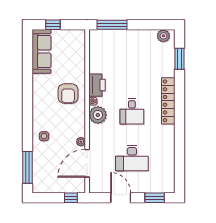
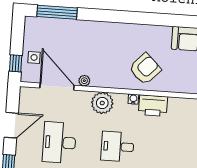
armchair: (68, 94) -> (145, 69), turned 134
plant: (98, 115) -> (102, 103), moved
side table: (44, 136) -> (34, 57), moved

